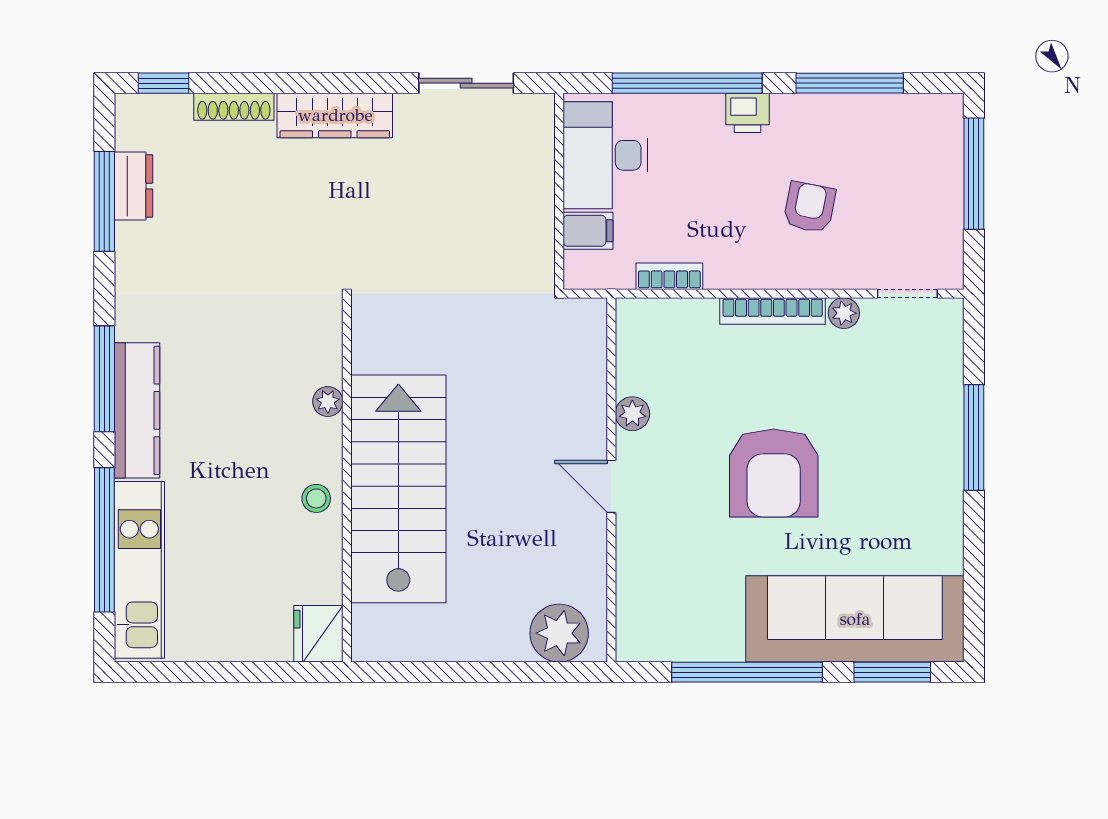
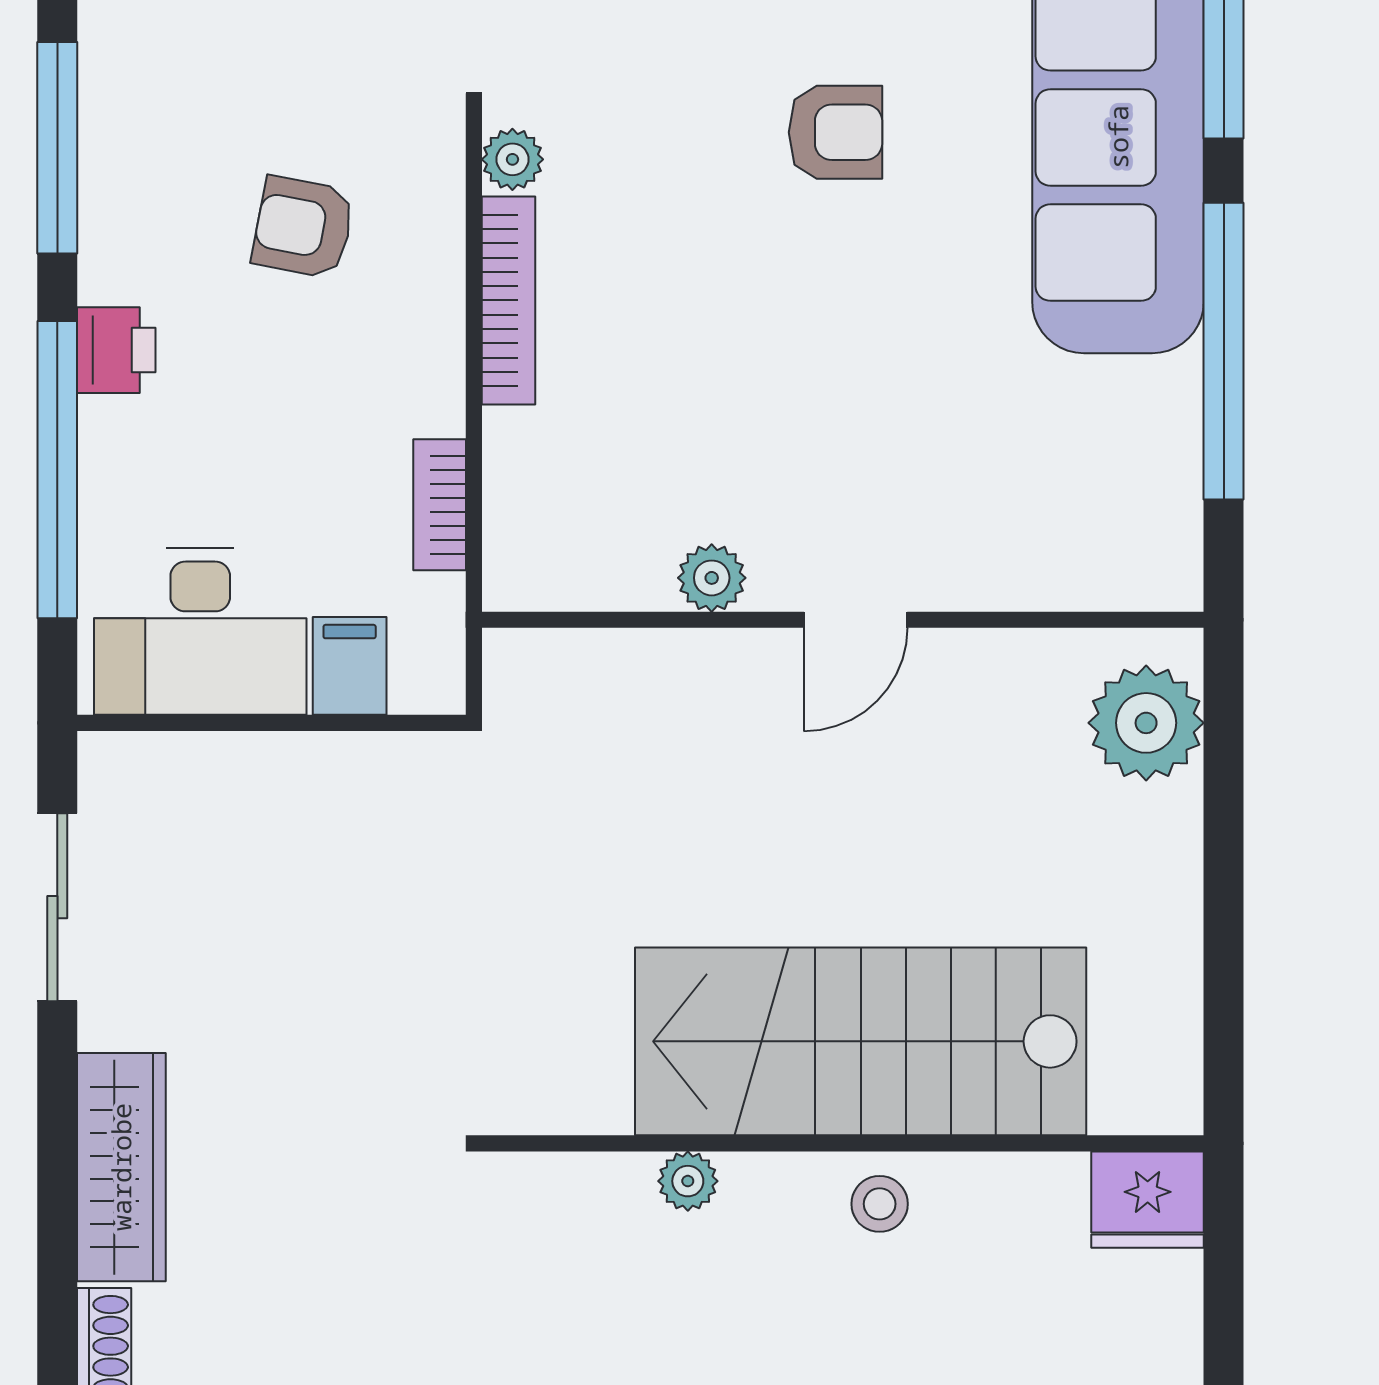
armchair: (774, 473) -> (835, 132), moved, width x0.53, depth x0.53

